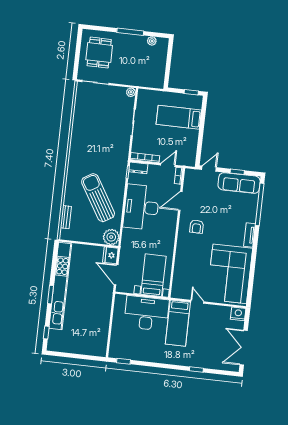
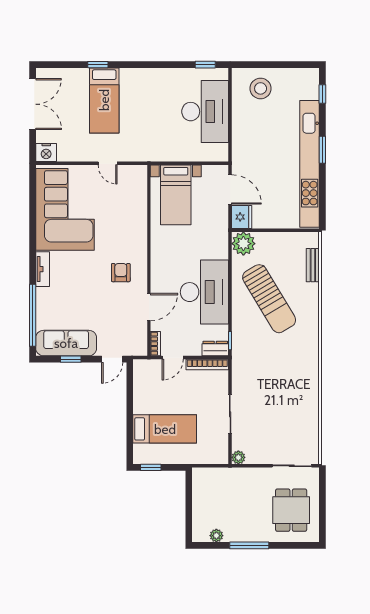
desk: (147, 313) -> (205, 112), moved, turned -90
bed: (178, 323) -> (104, 100), moved, turned 180
stool: (88, 341) -> (261, 88), added

